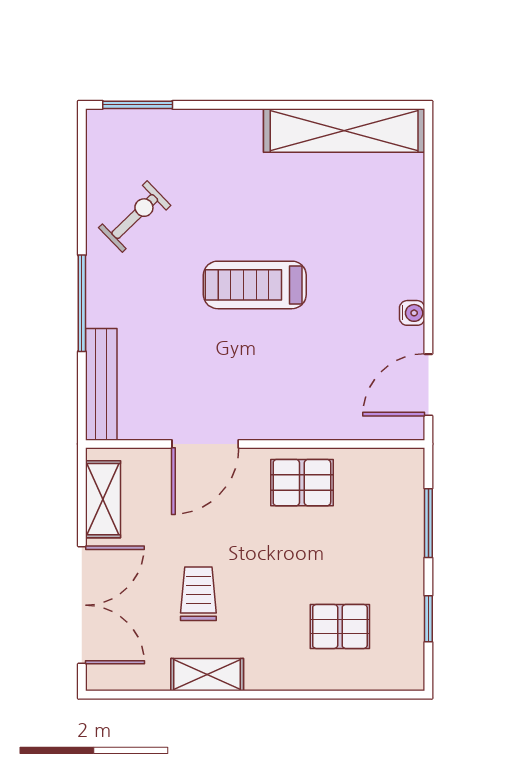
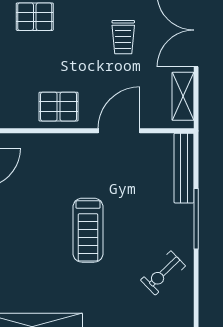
treadmill: (255, 285) -> (88, 230), turned 90

